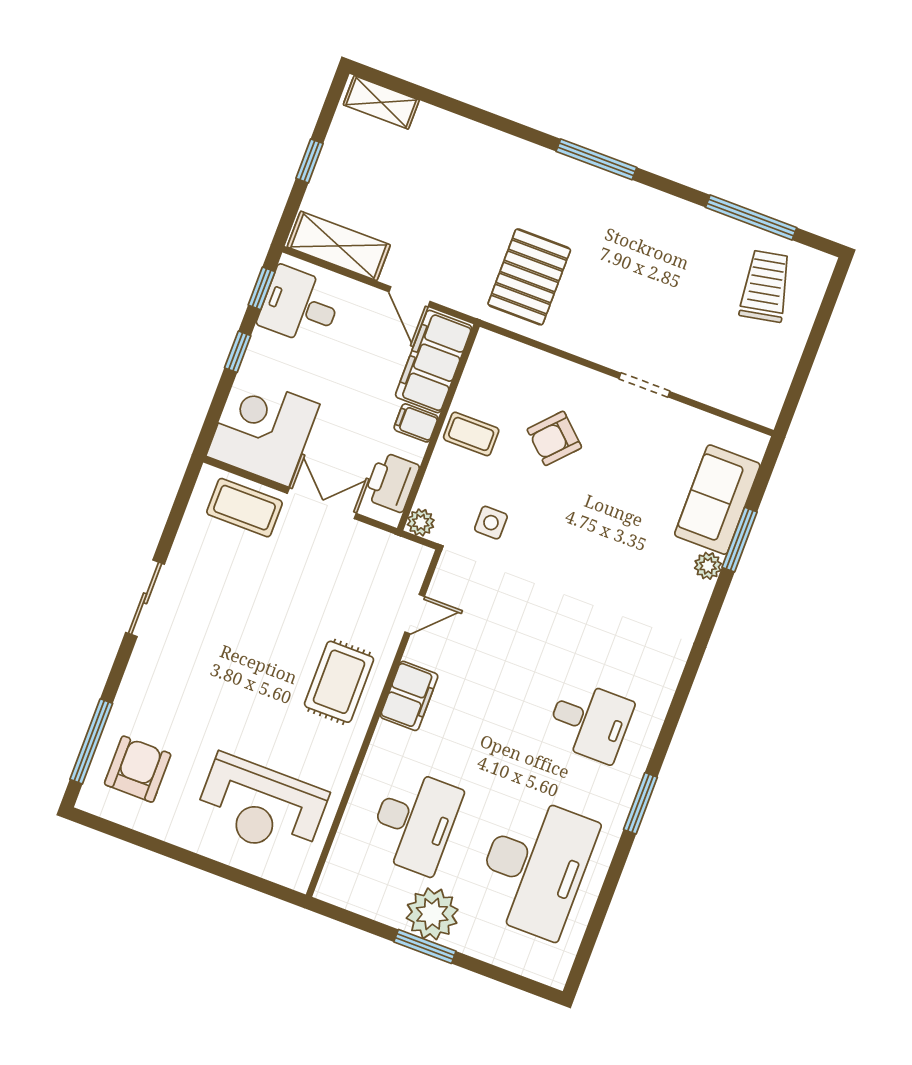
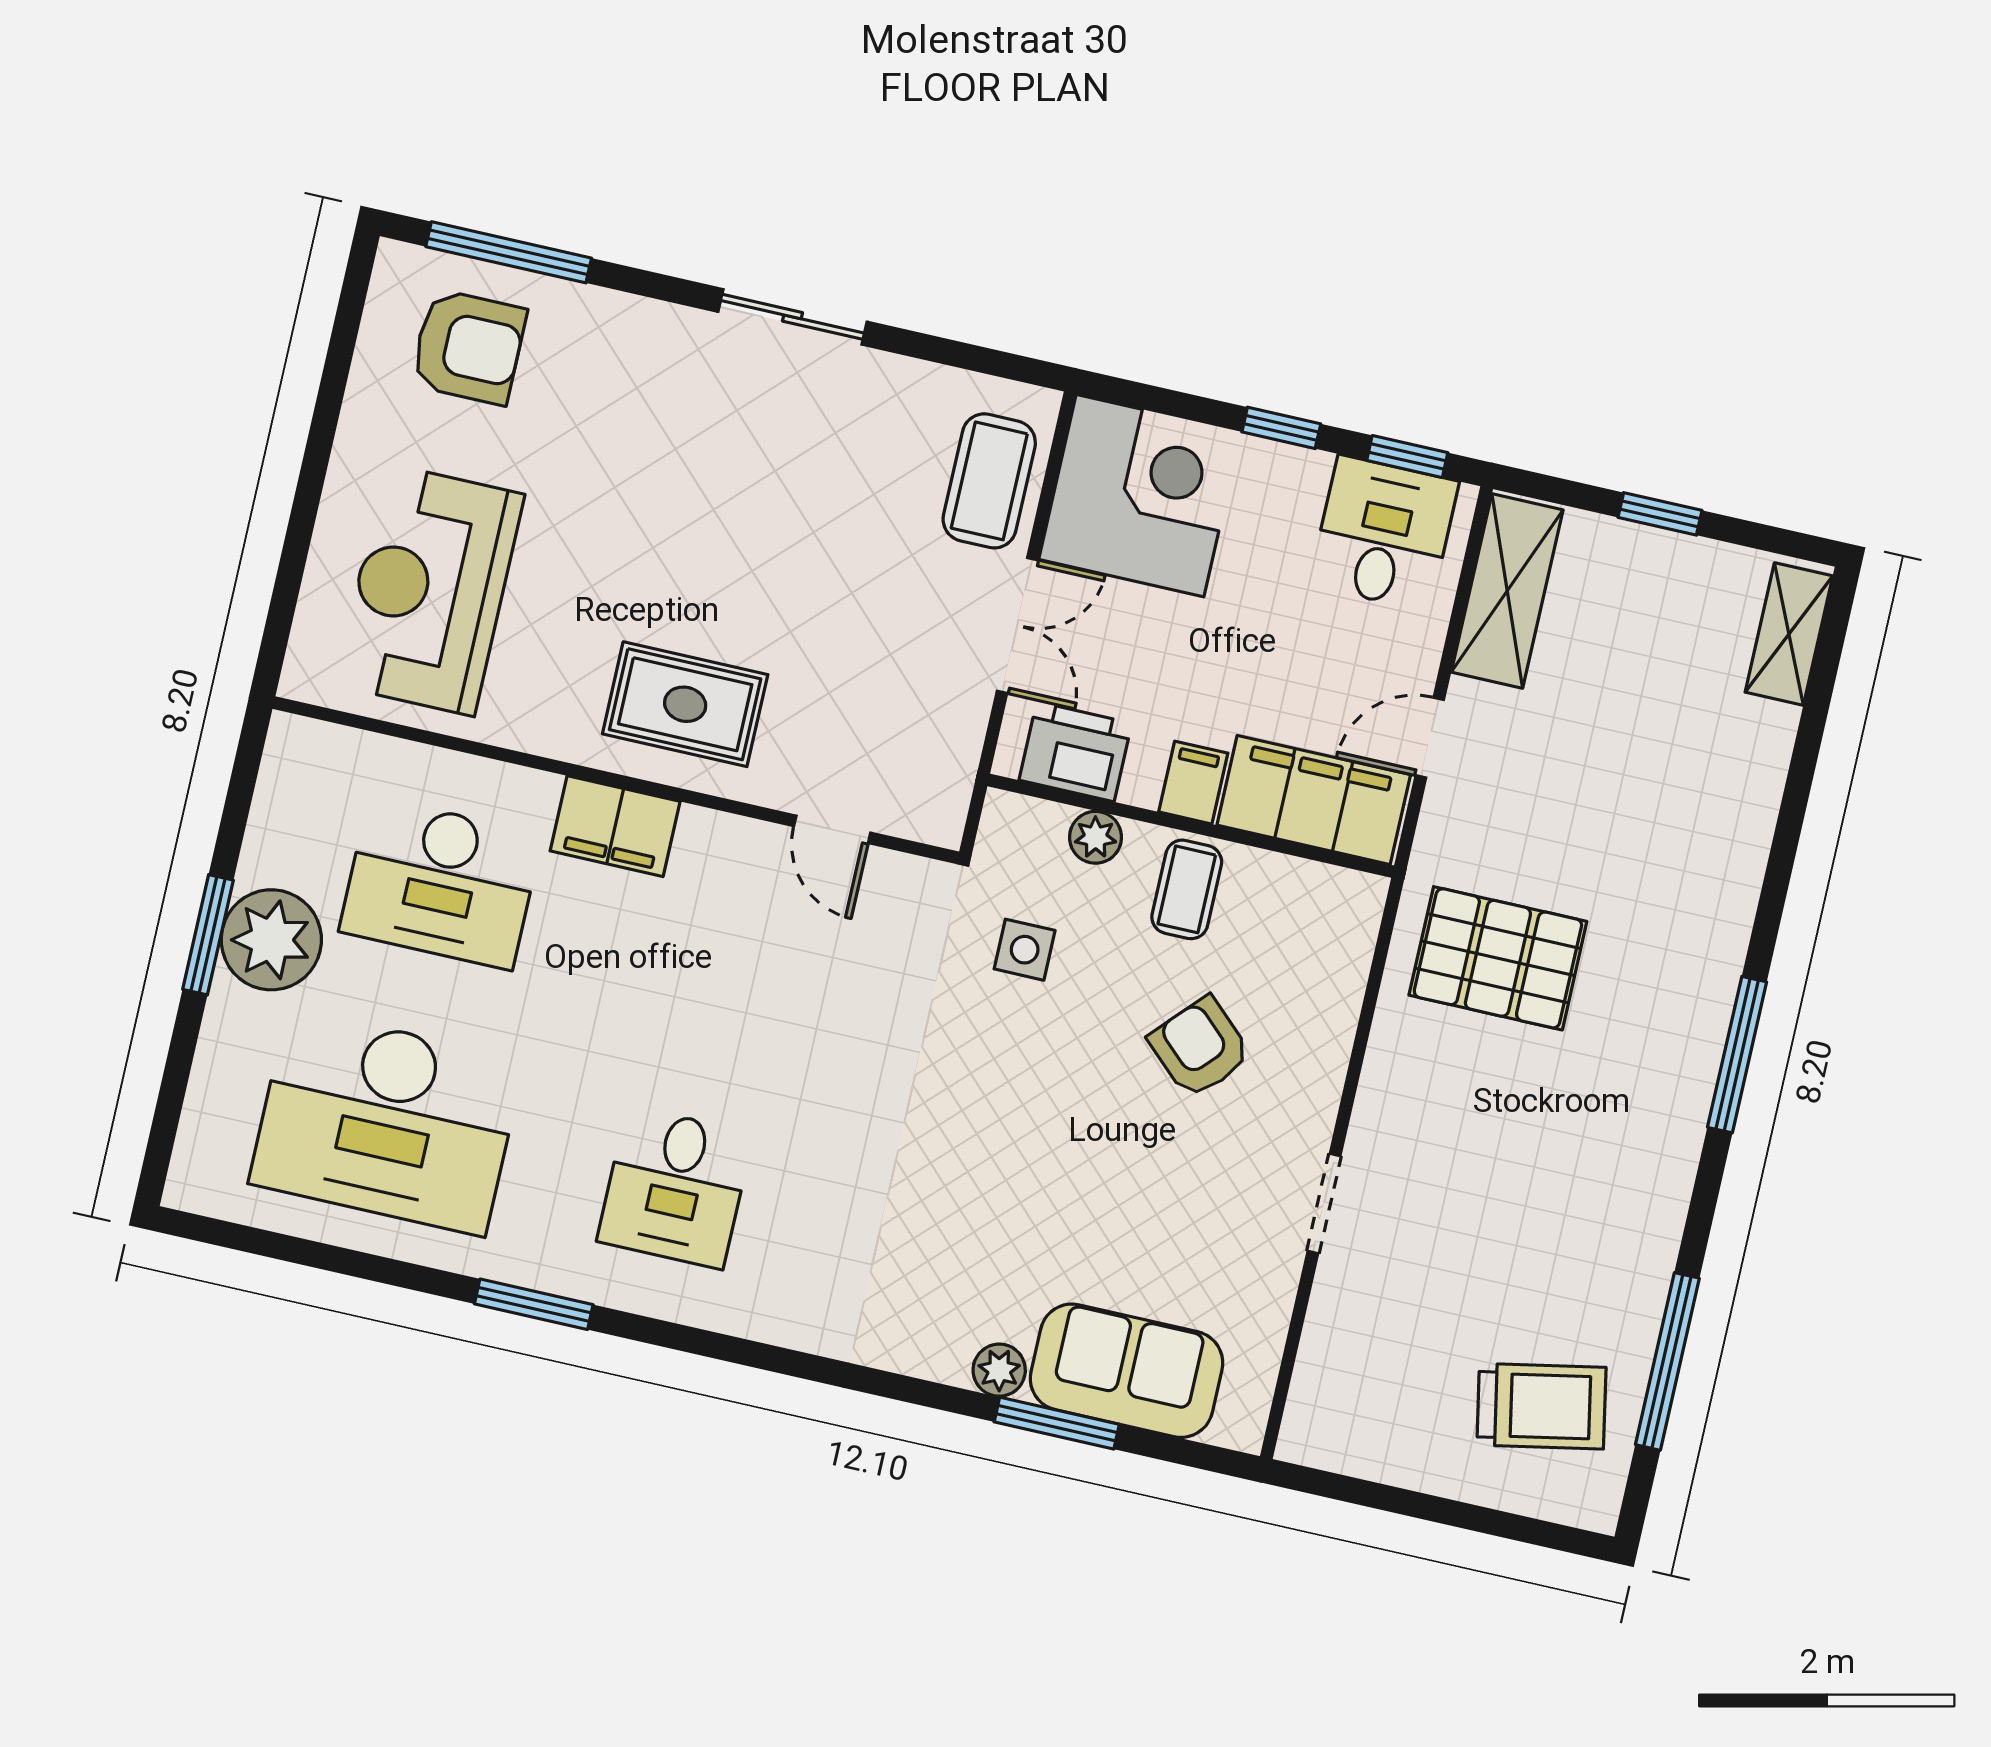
plant: (421, 522) -> (1096, 837), moved
filing cabinet: (409, 696) -> (615, 826), moved

